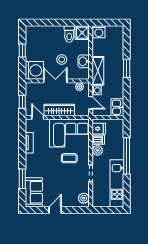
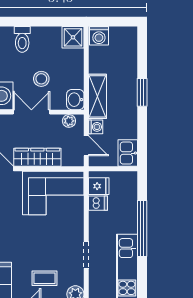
toilet: (69, 34) -> (22, 39), moved
washbasin: (84, 61) -> (75, 100), moved
plant: (97, 150) -> (97, 220), removed
coffee table: (69, 158) -> (45, 278), moved

